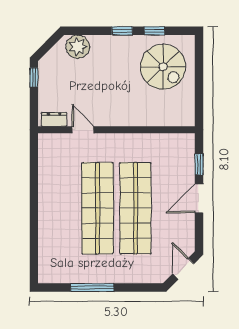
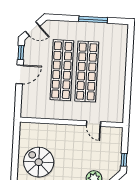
dresser: (54, 119) -> (112, 131), removed
window: (199, 165) -> (21, 53), moved
door: (183, 269) -> (32, 29), hinge flipped

